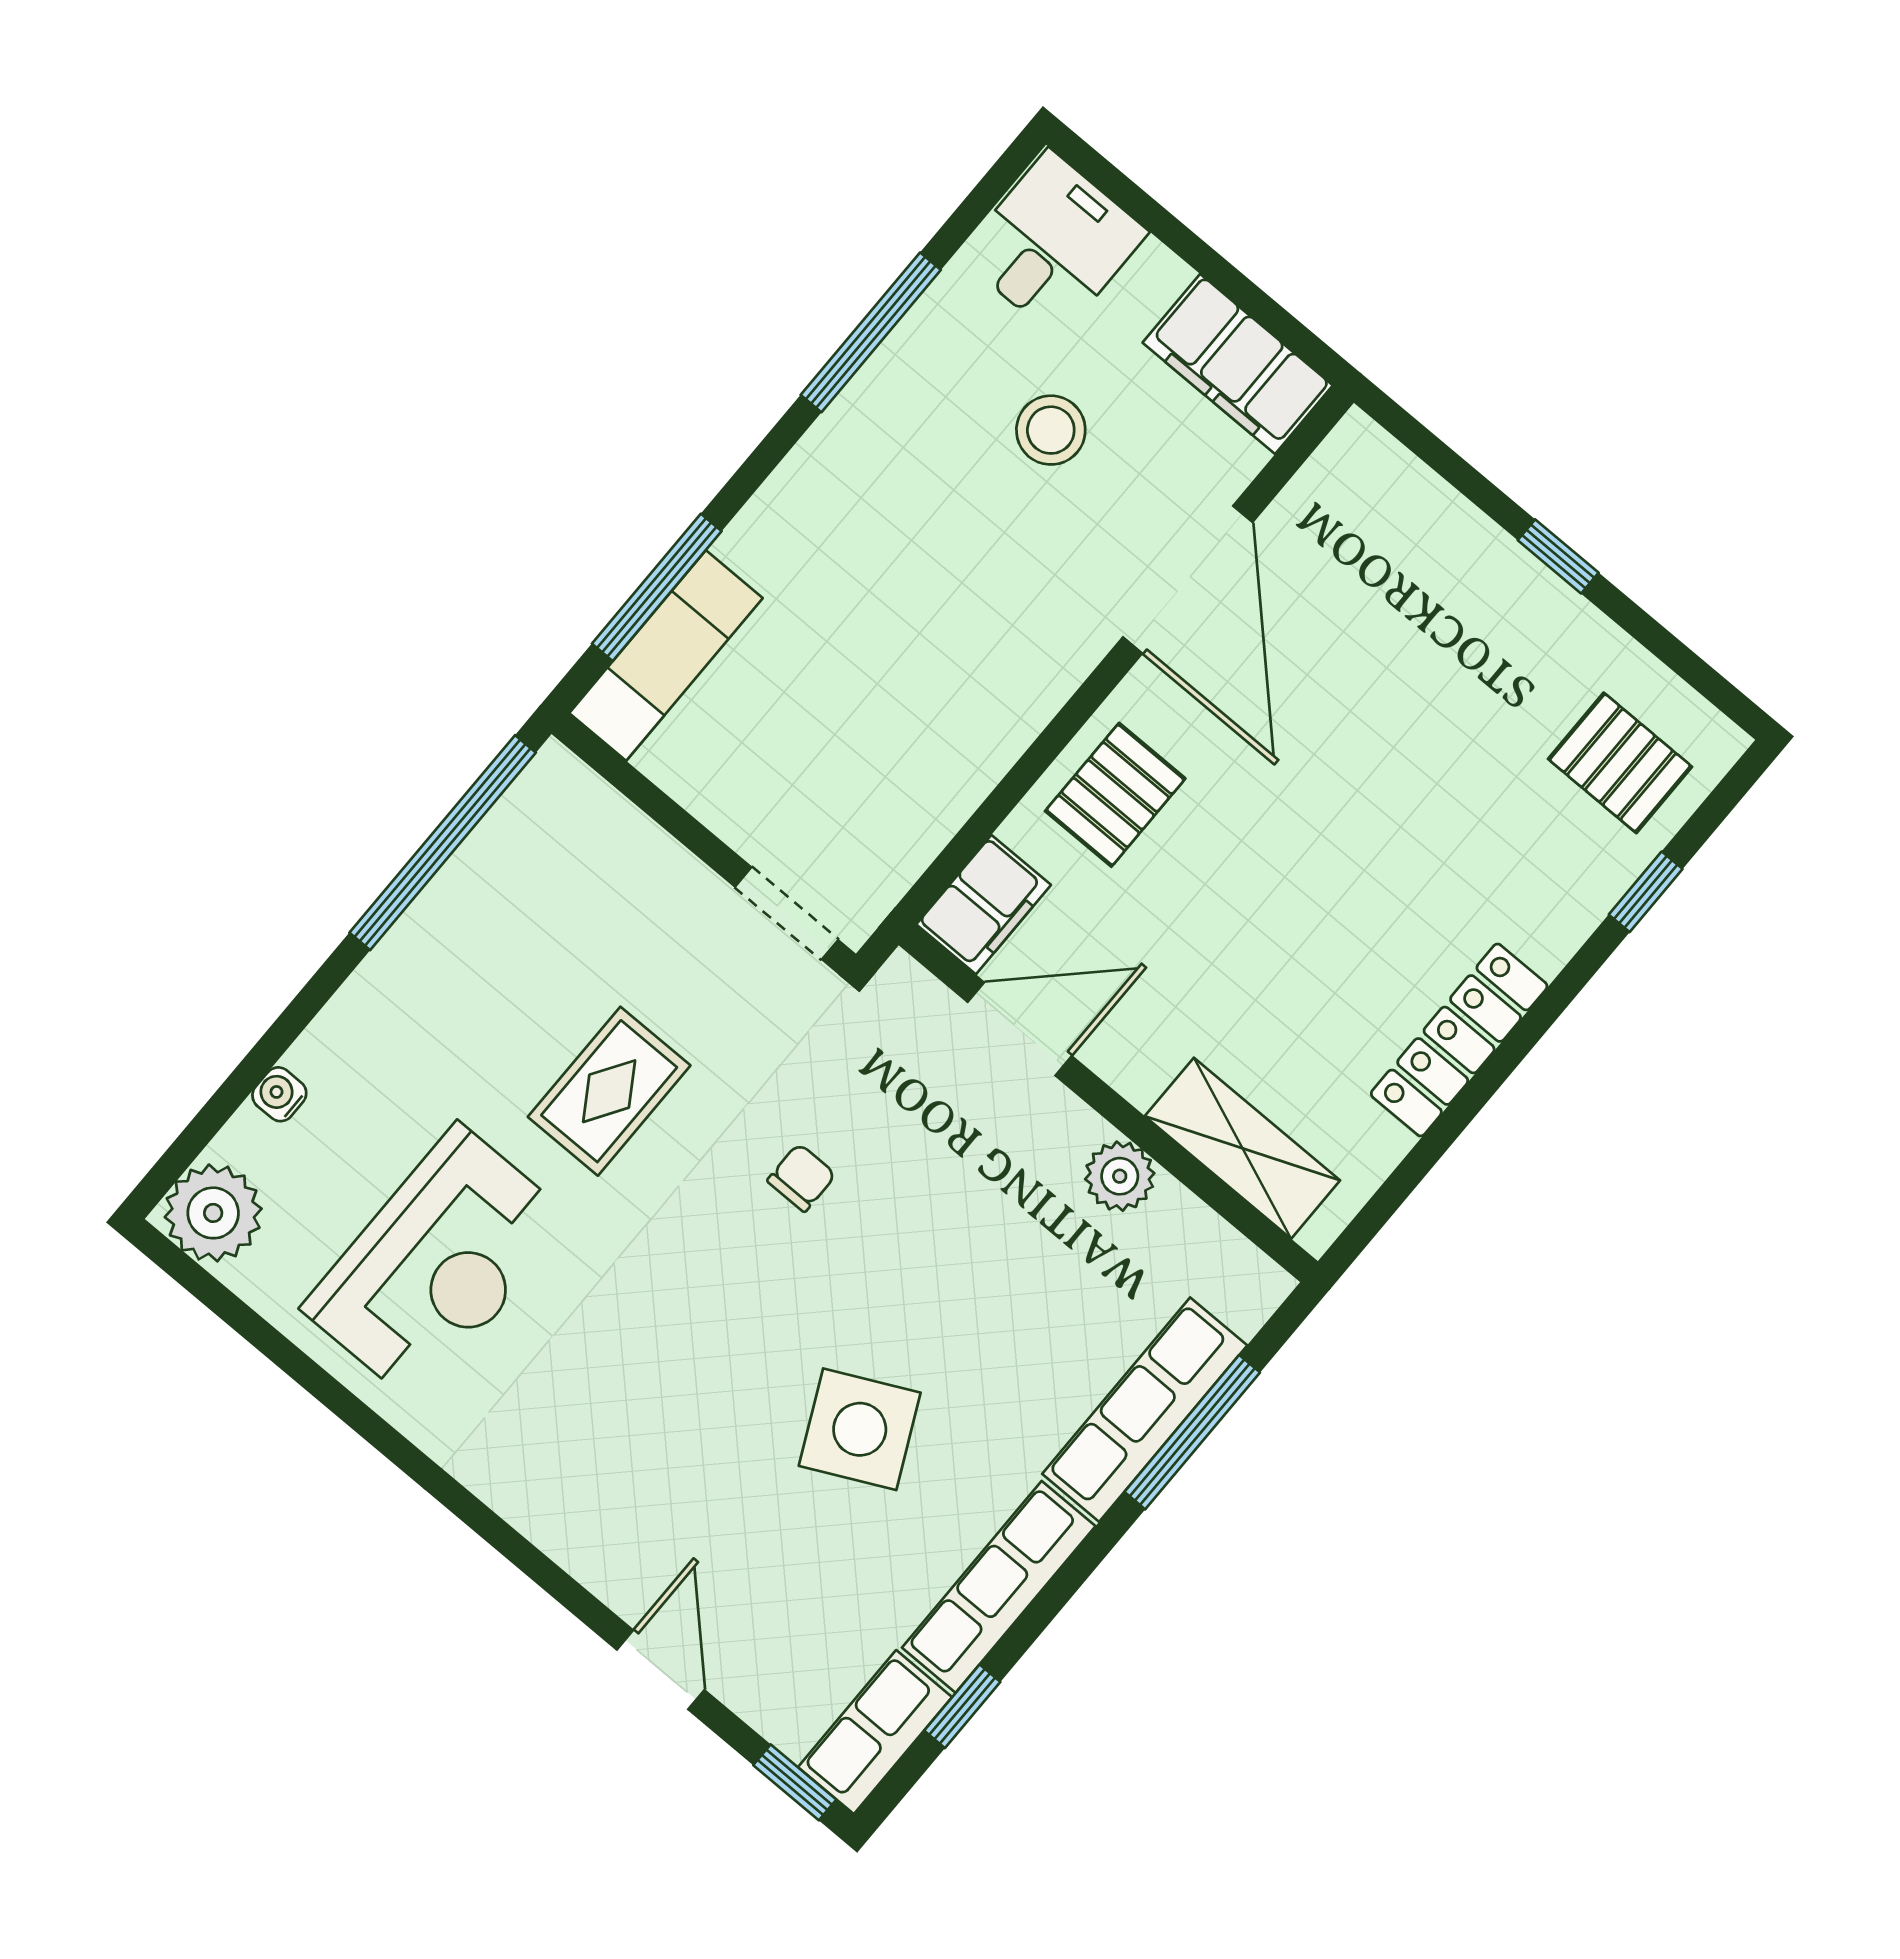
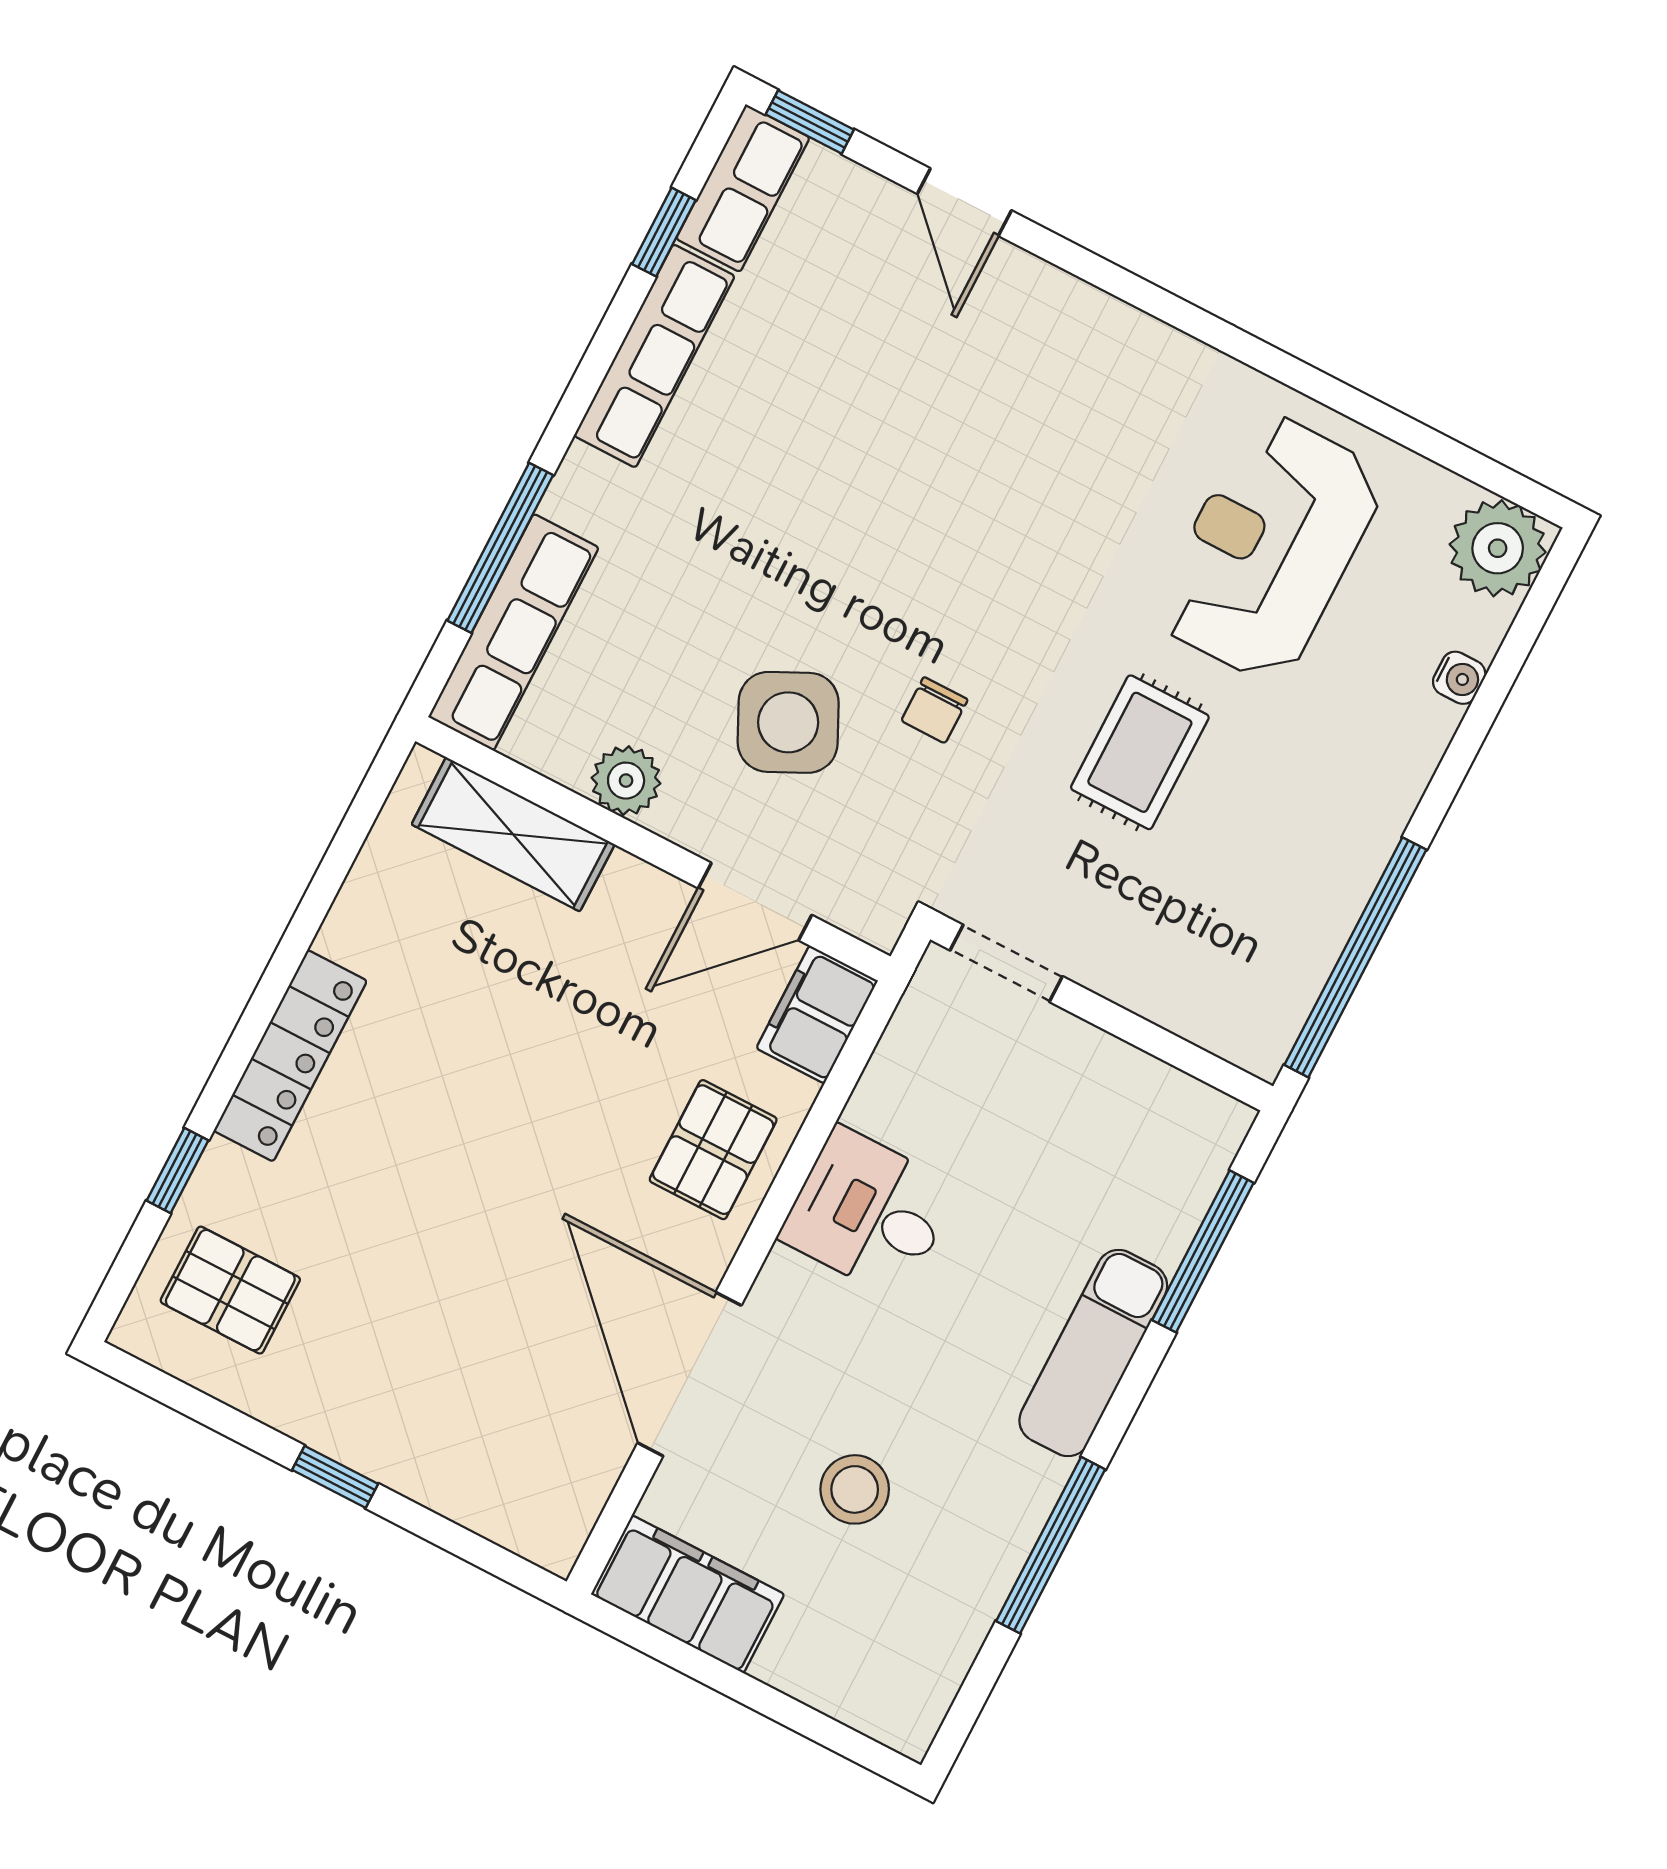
desk: (1053, 244) -> (869, 1213), moved, turned 90
exam couch: (666, 656) -> (1093, 1353), moved
locker: (1459, 1040) -> (290, 1056), moved
row of seats: (1145, 1410) -> (514, 632), moved
side table: (860, 1429) -> (788, 722), moved

